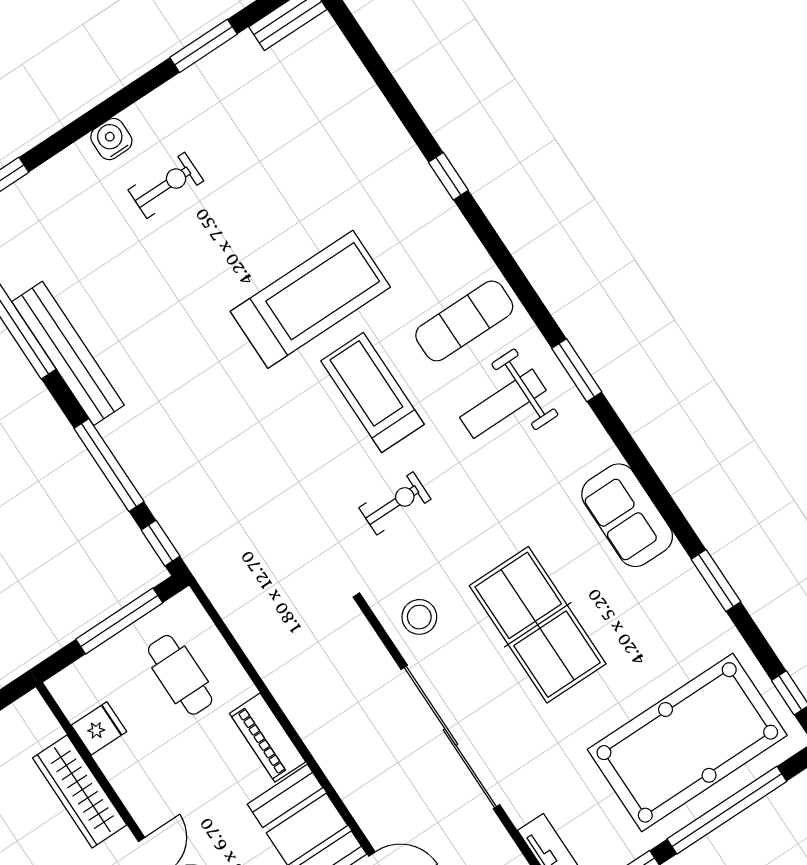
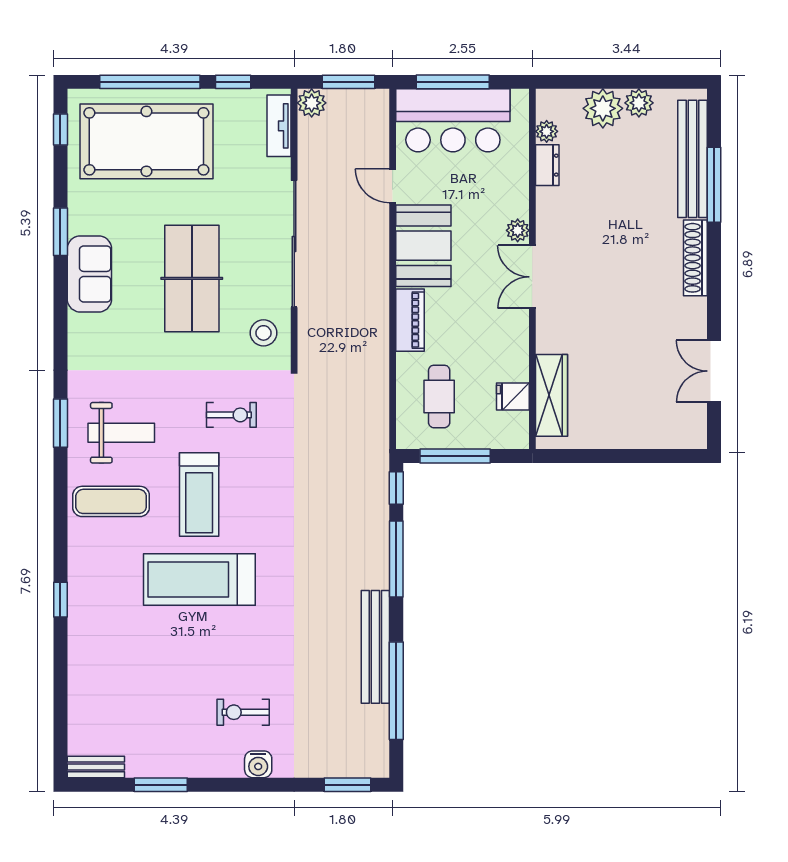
exercise bike: (395, 503) -> (231, 415), turned 180
sofa: (627, 515) -> (89, 274), moved
wardrobe: (80, 791) -> (552, 395), moved

